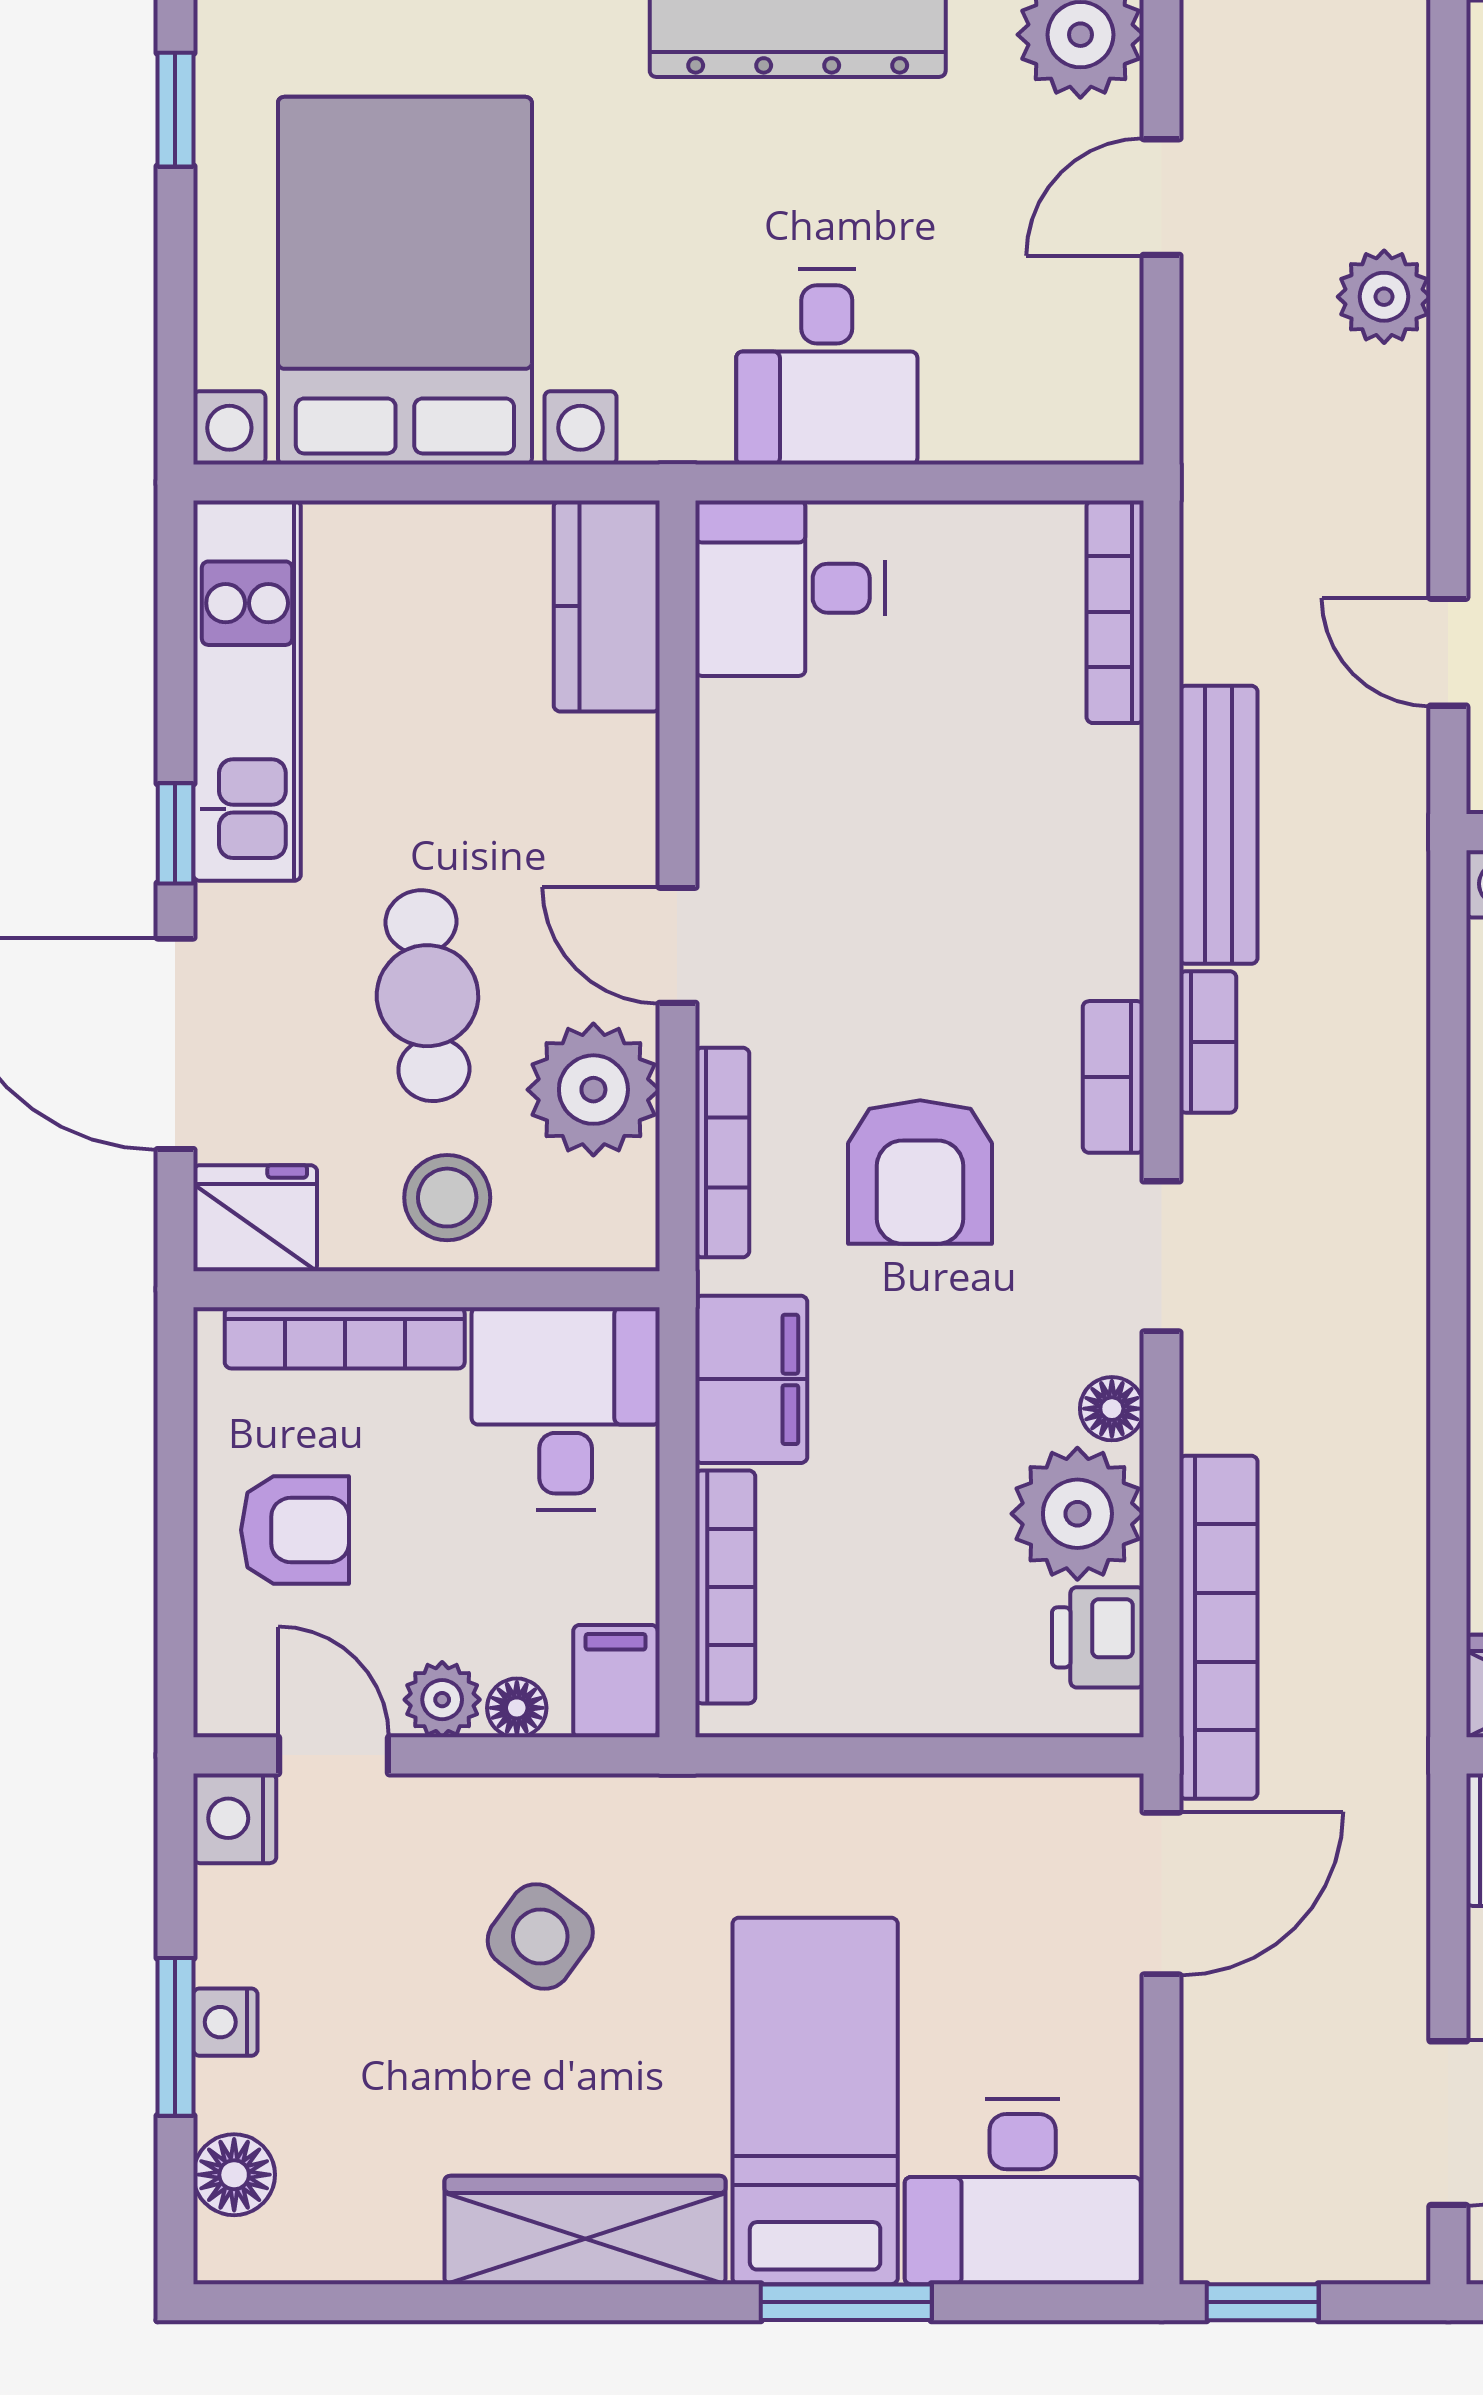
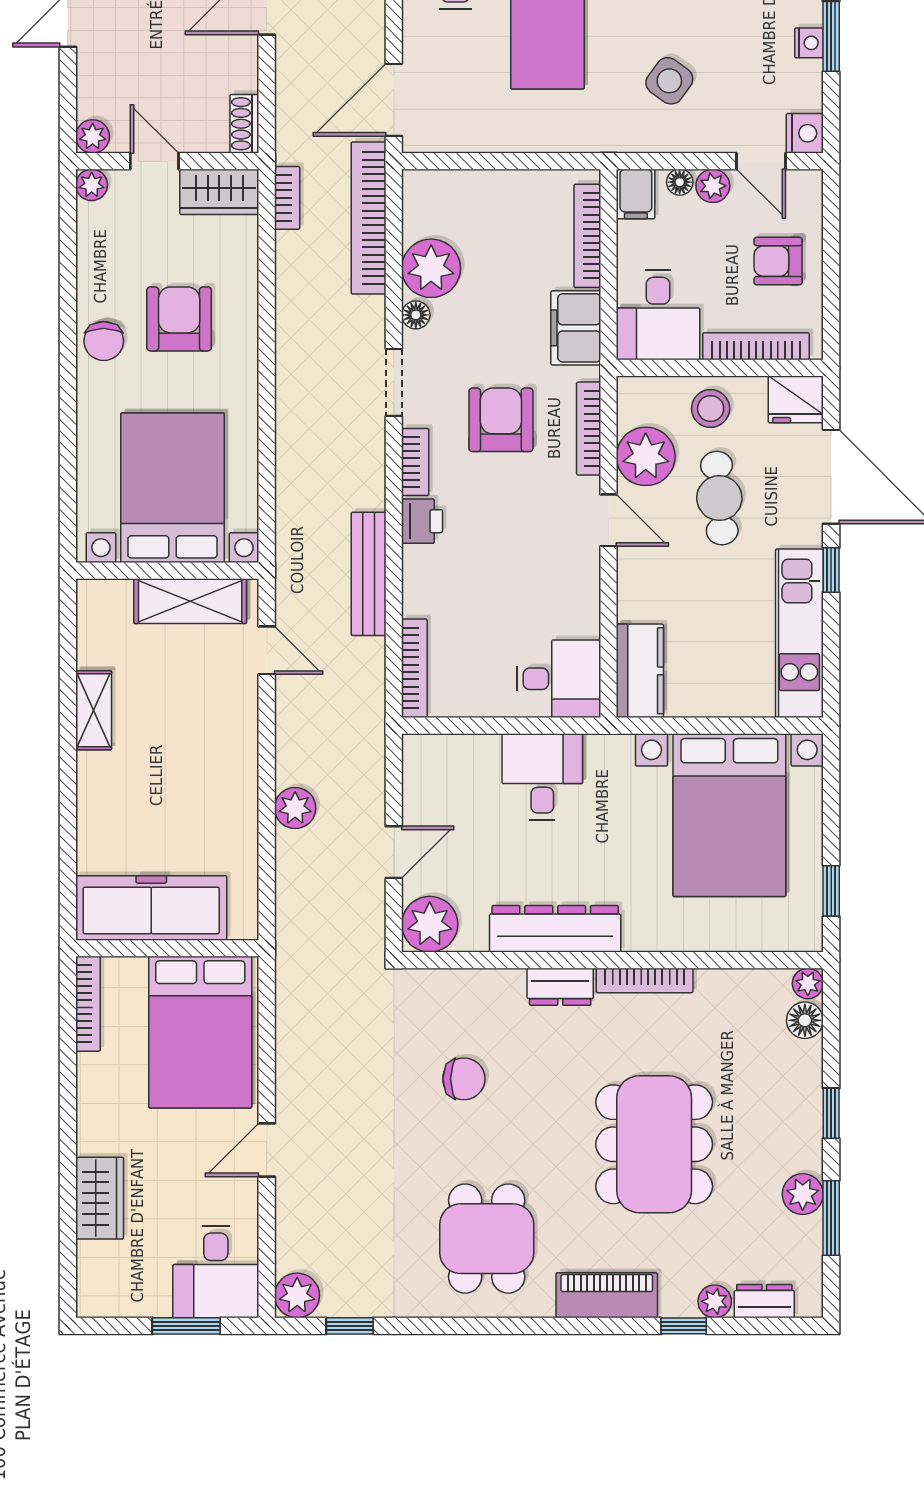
bookcase: (1208, 1042) -> (287, 198), moved, turned 180
printer: (1098, 1637) -> (422, 521), moved

